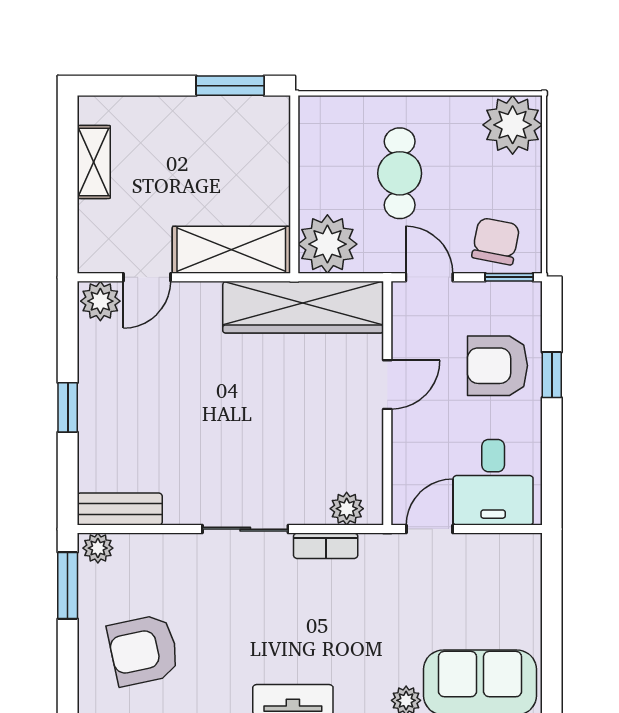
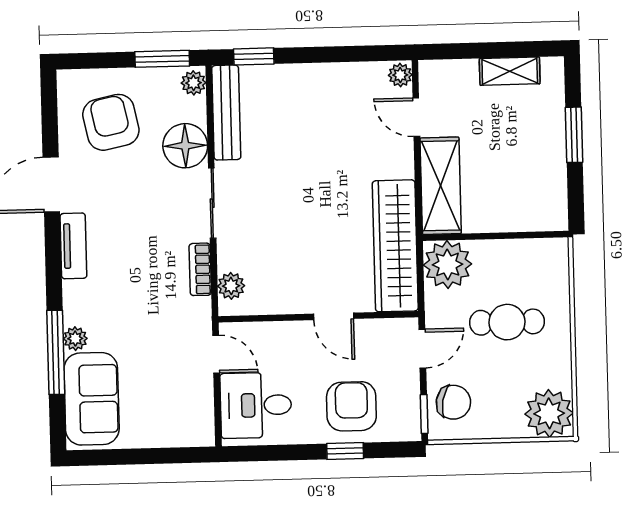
window: (230, 86) -> (574, 135), moved
plant: (100, 301) -> (400, 75), width x0.73, depth x0.73
window: (68, 407) -> (254, 56), moved
bench: (120, 509) -> (226, 113), width x1.36
floor lamp: (174, 560) -> (185, 146), added

